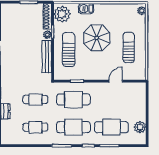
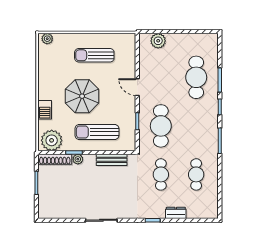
bench: (47, 57) -> (112, 160), width x0.73
door: (116, 81) -> (137, 87), moved
cafe table: (73, 127) -> (196, 126), removed
plant: (140, 127) -> (158, 41), moved

